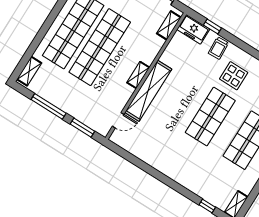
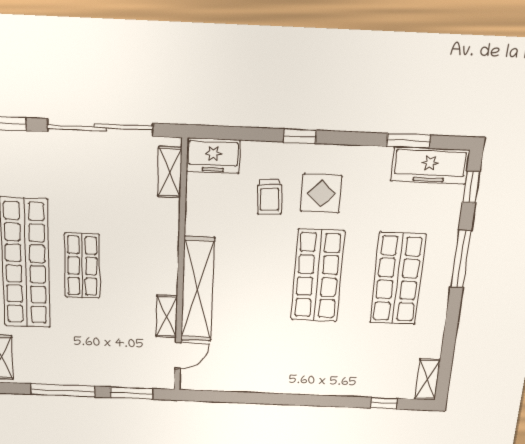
window: (212, 27) -> (300, 136), moved
shop shelf: (100, 47) -> (82, 266), width x0.50, depth x0.74
trolley: (218, 48) -> (270, 197), moved
shelving: (138, 75) -> (167, 316), moved

